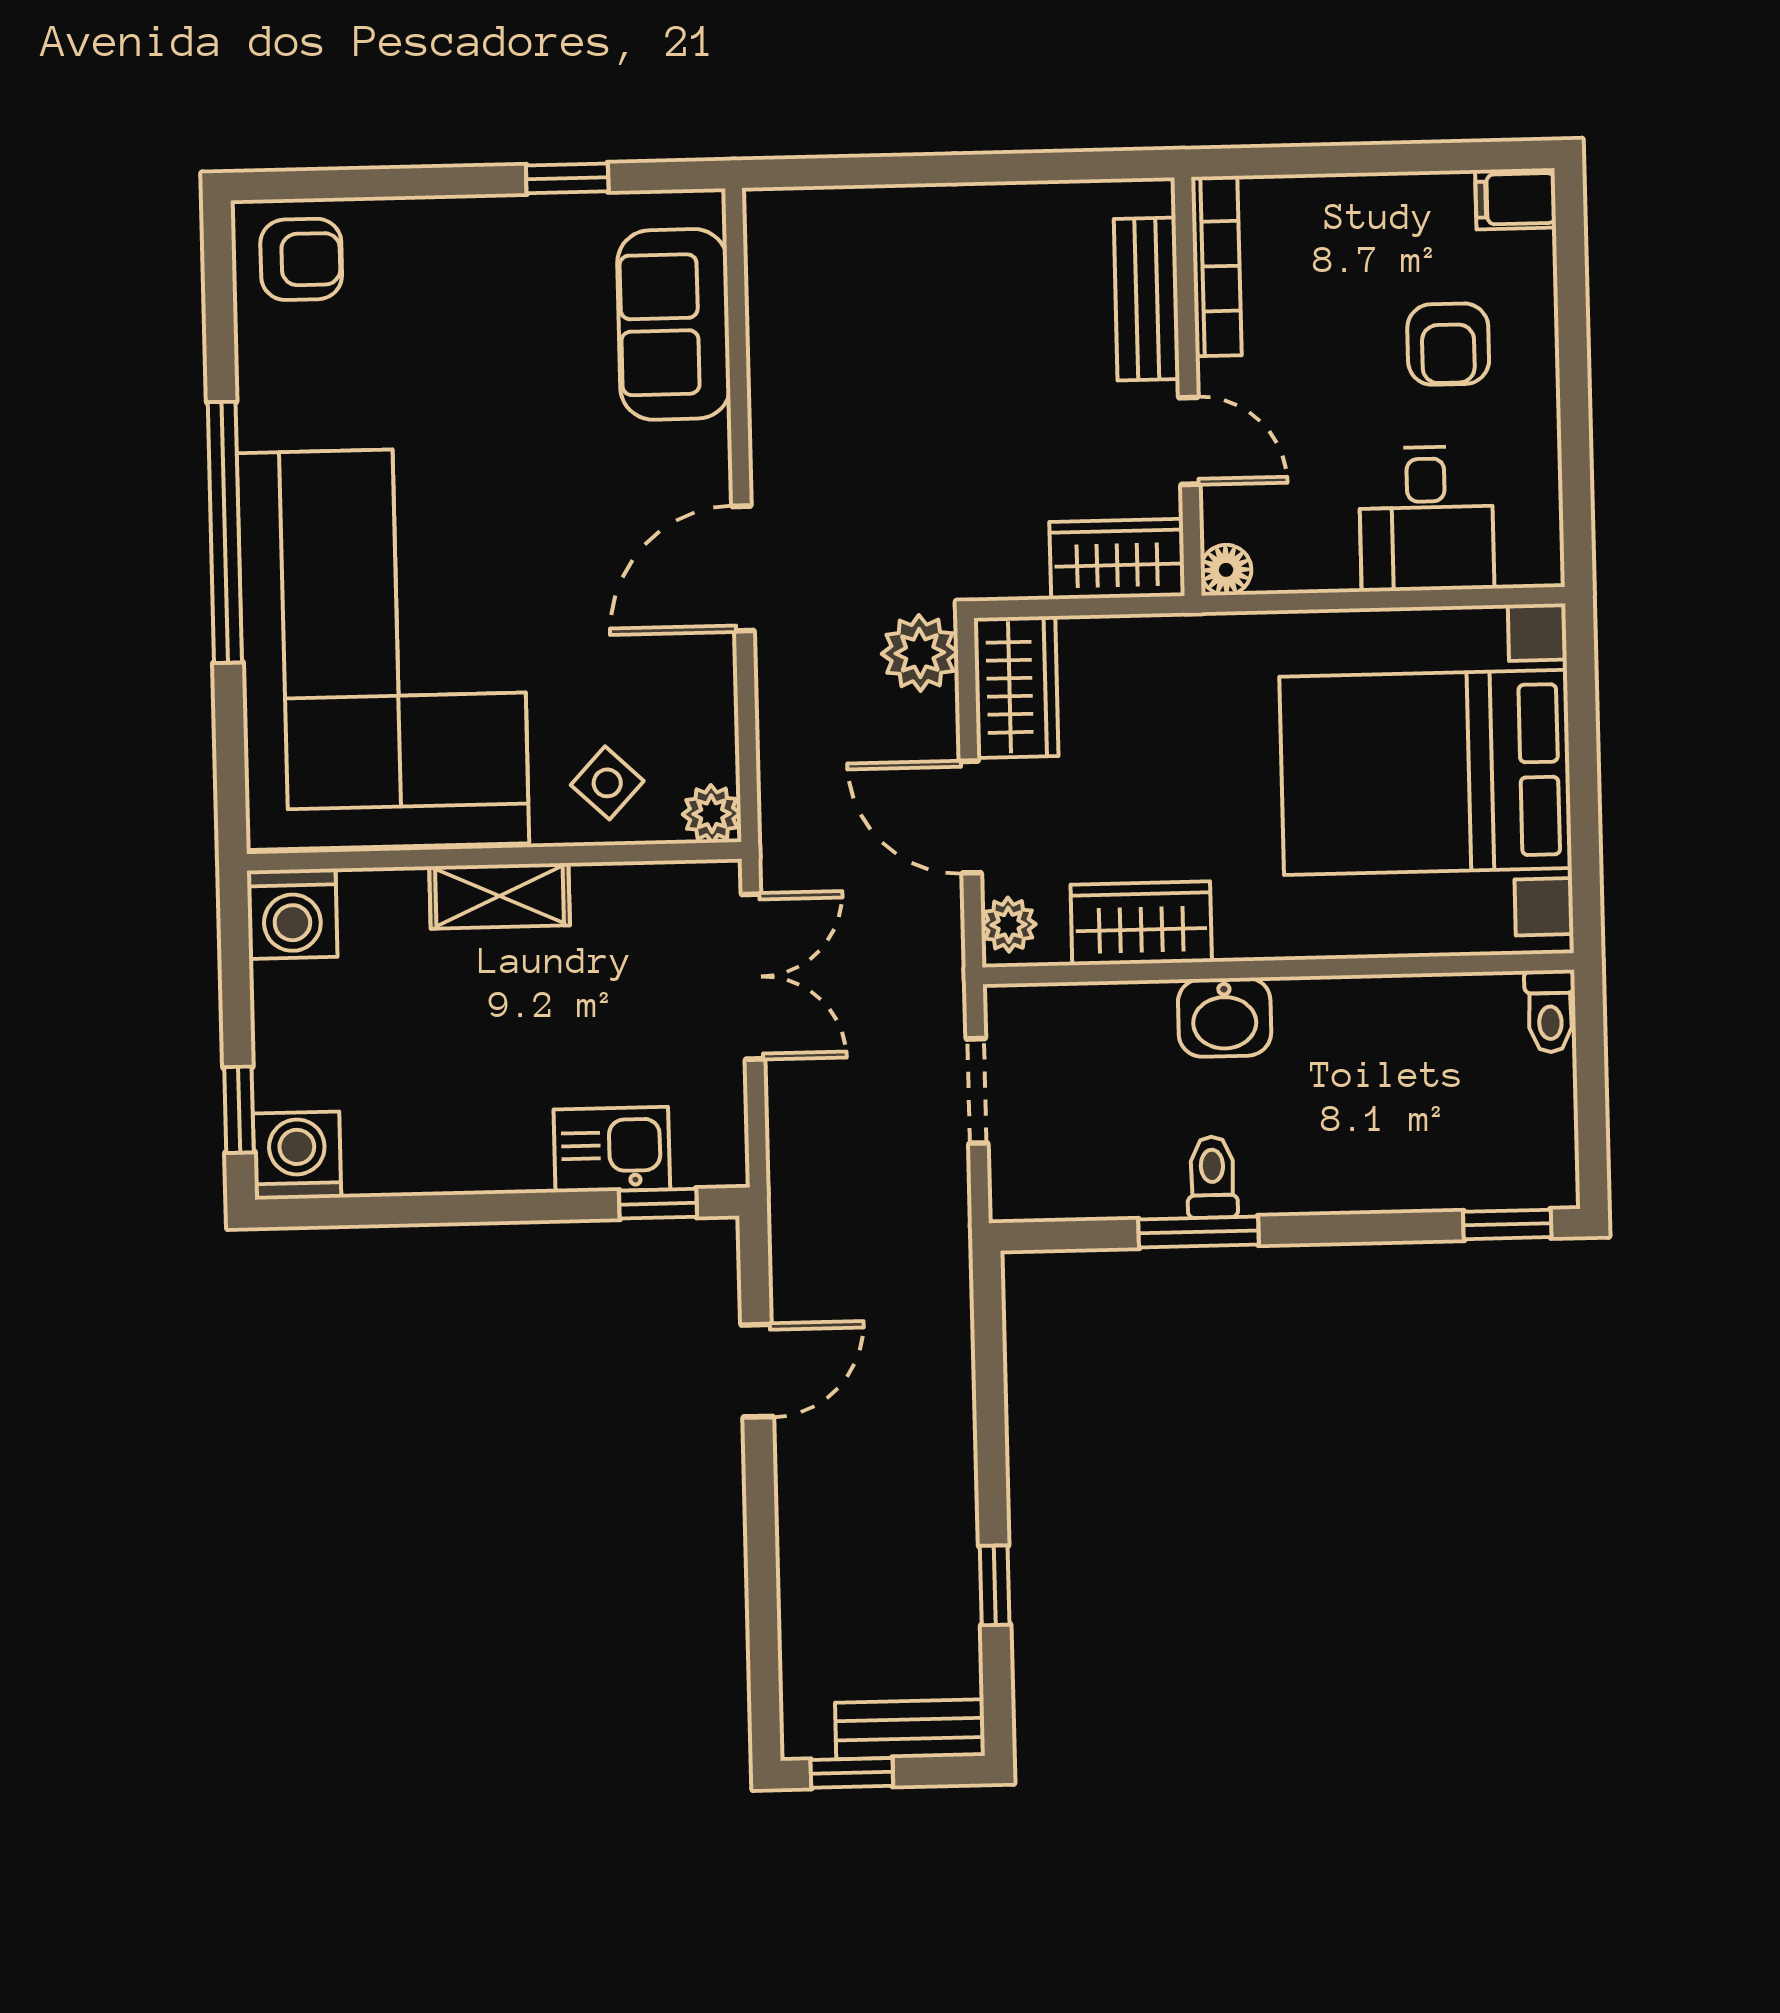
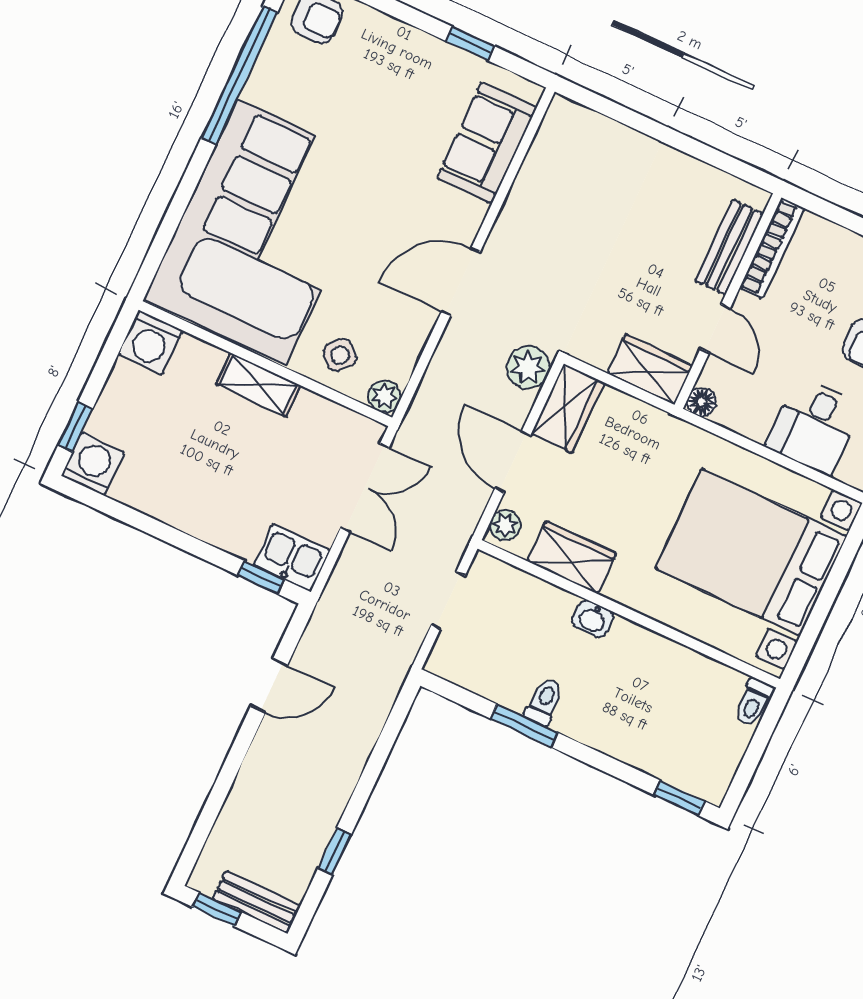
window: (225, 532) -> (239, 75), moved
washbasin: (1225, 1017) -> (593, 619), width x0.72, depth x0.69
kitchen sink: (612, 1150) -> (292, 558), moved

